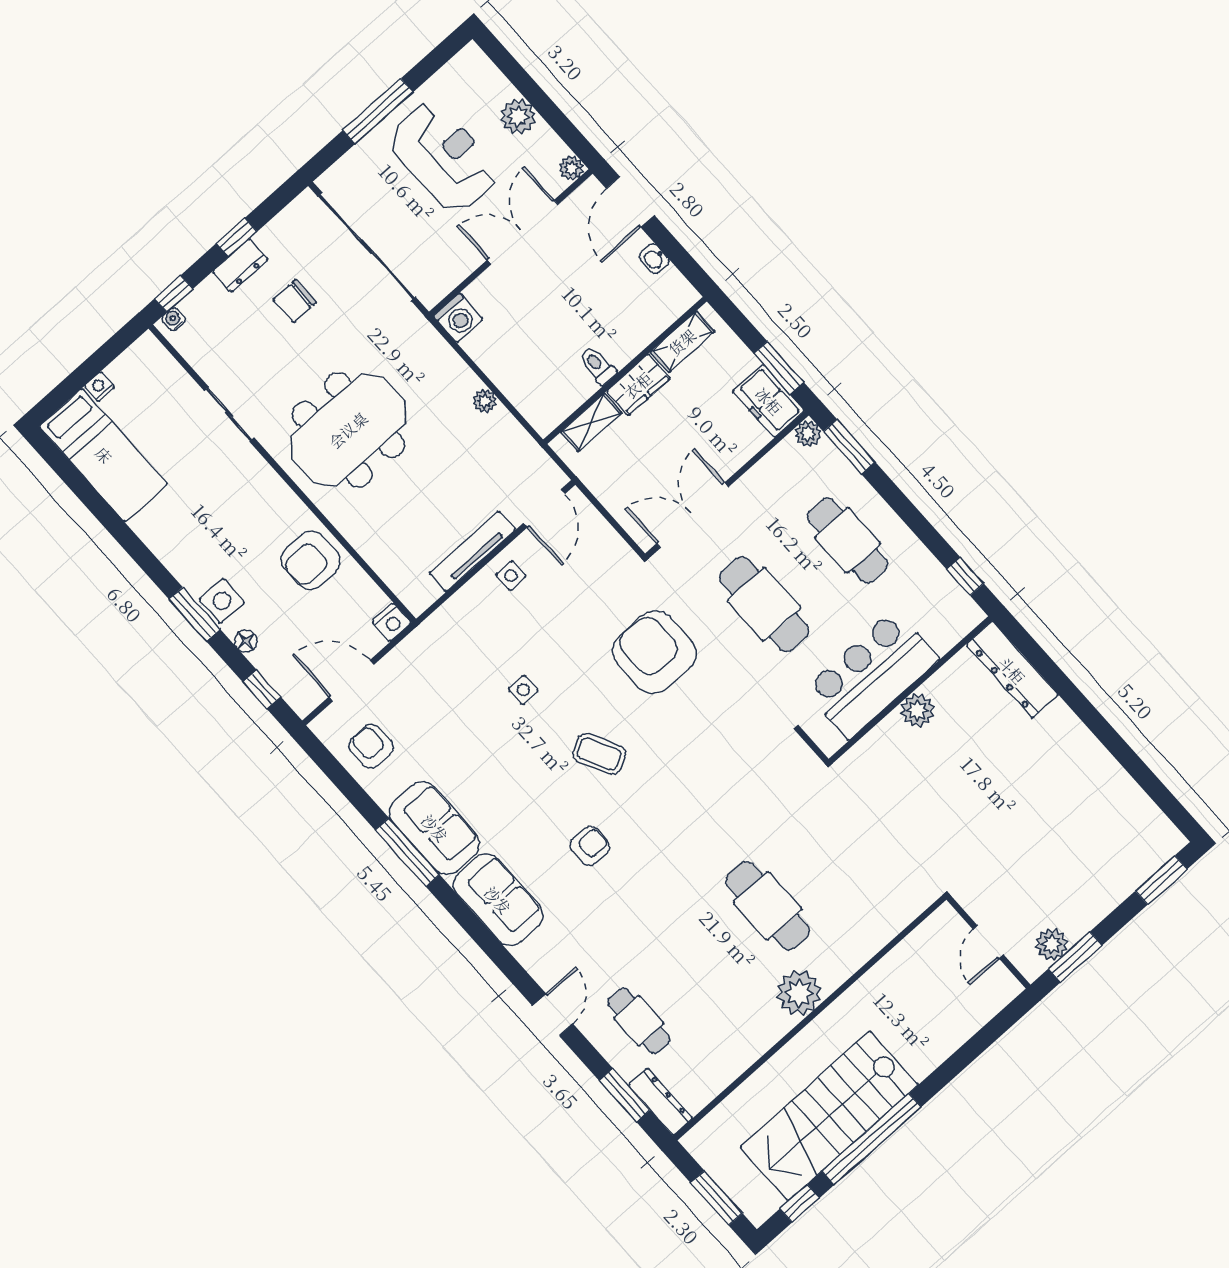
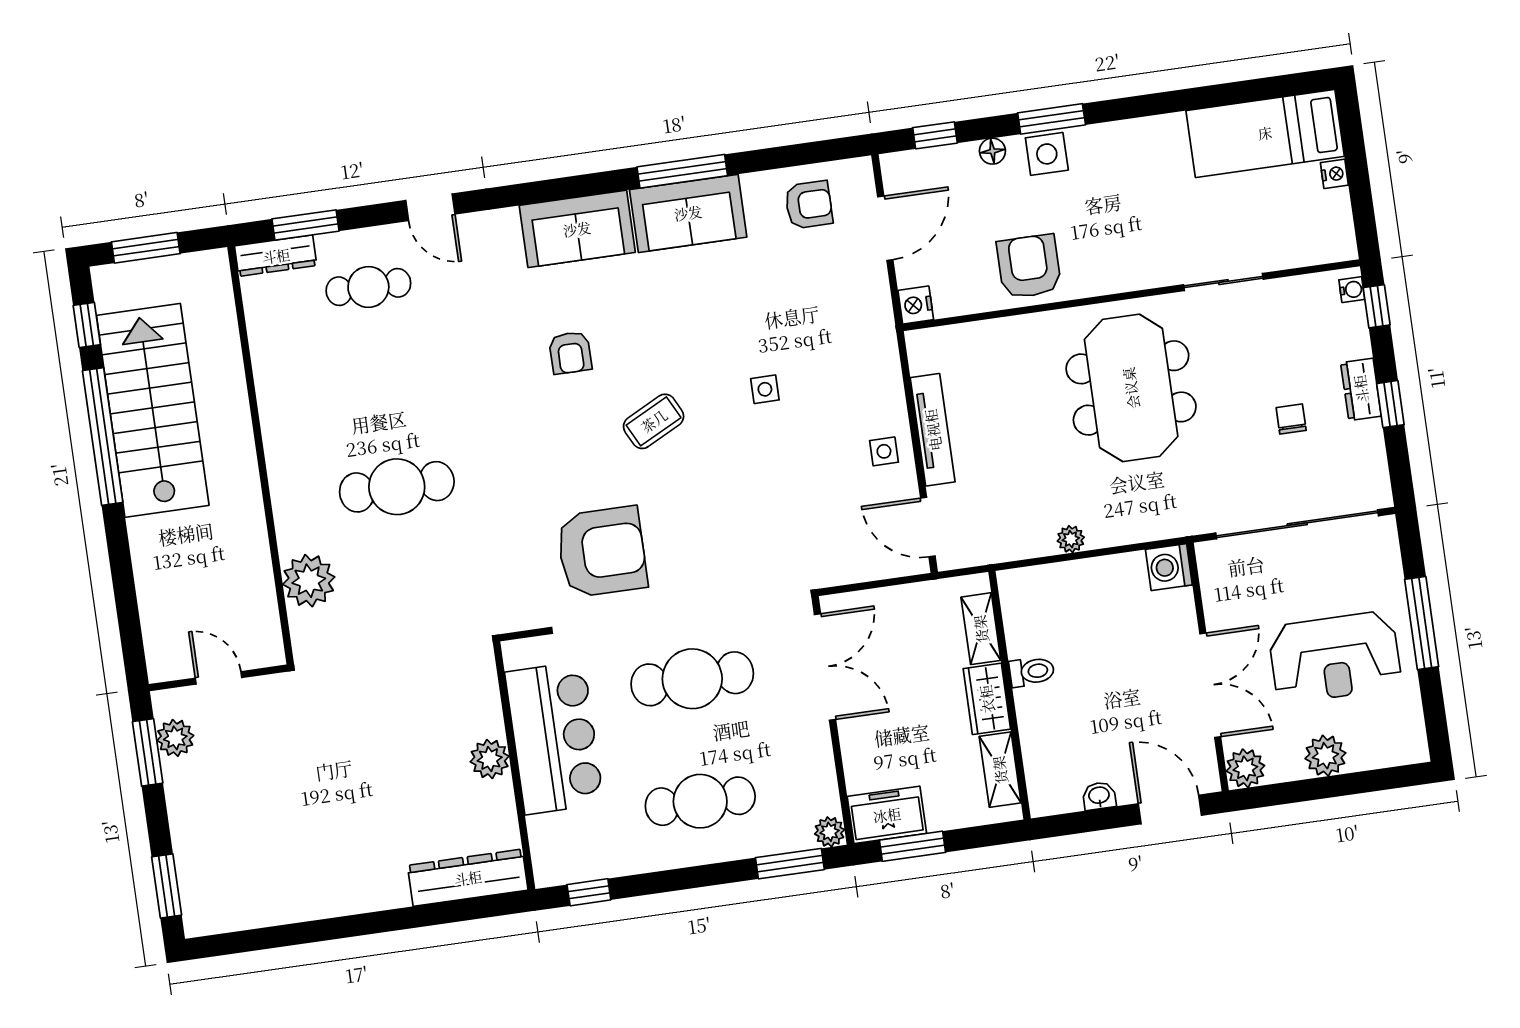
plant: (571, 168) -> (1245, 768), width x1.38, depth x1.38
chair: (295, 301) -> (1291, 419), width x0.73, depth x0.73
armchair: (654, 652) -> (602, 552), moved
plant: (799, 993) -> (309, 581), moved

